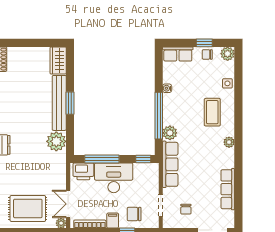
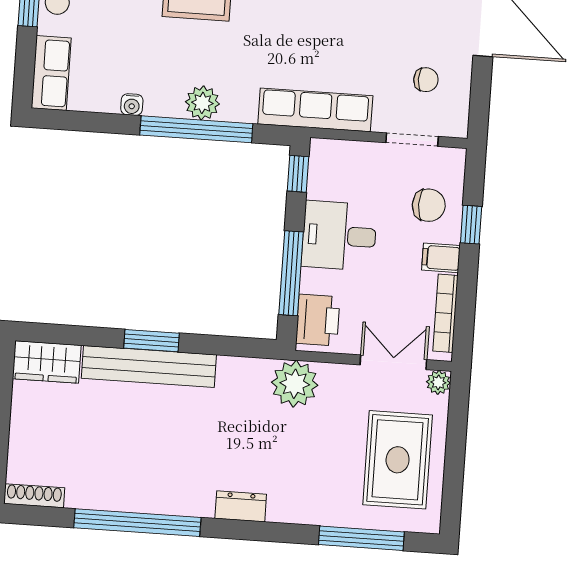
plant: (170, 133) -> (202, 103), moved
plant: (56, 141) -> (295, 384), moved
desk: (114, 178) -> (339, 236), width x0.73
double door: (68, 204) -> (393, 362), swing flipped
chair: (134, 214) -> (429, 205), turned -90

